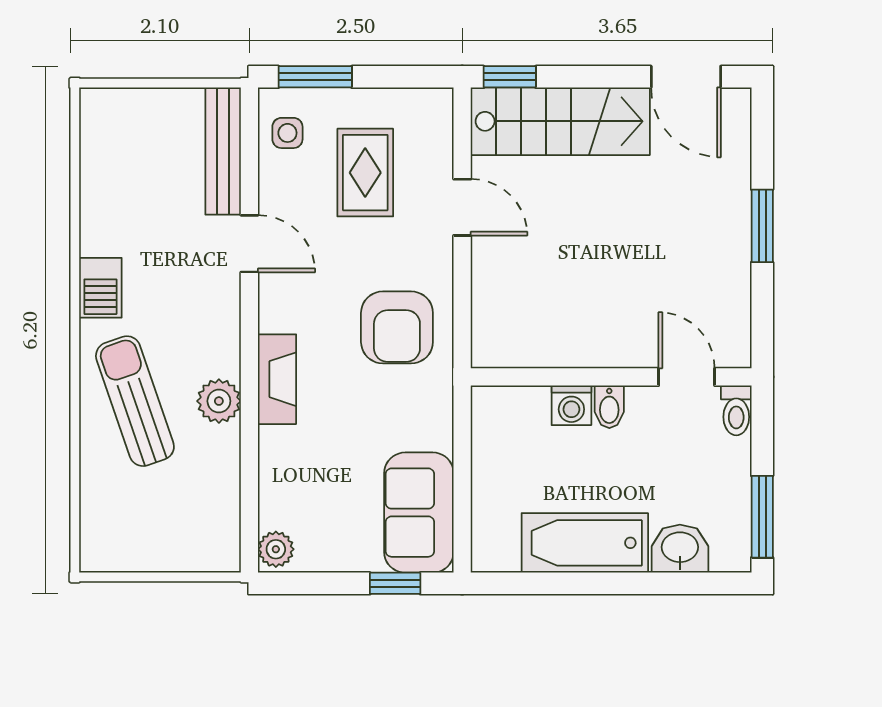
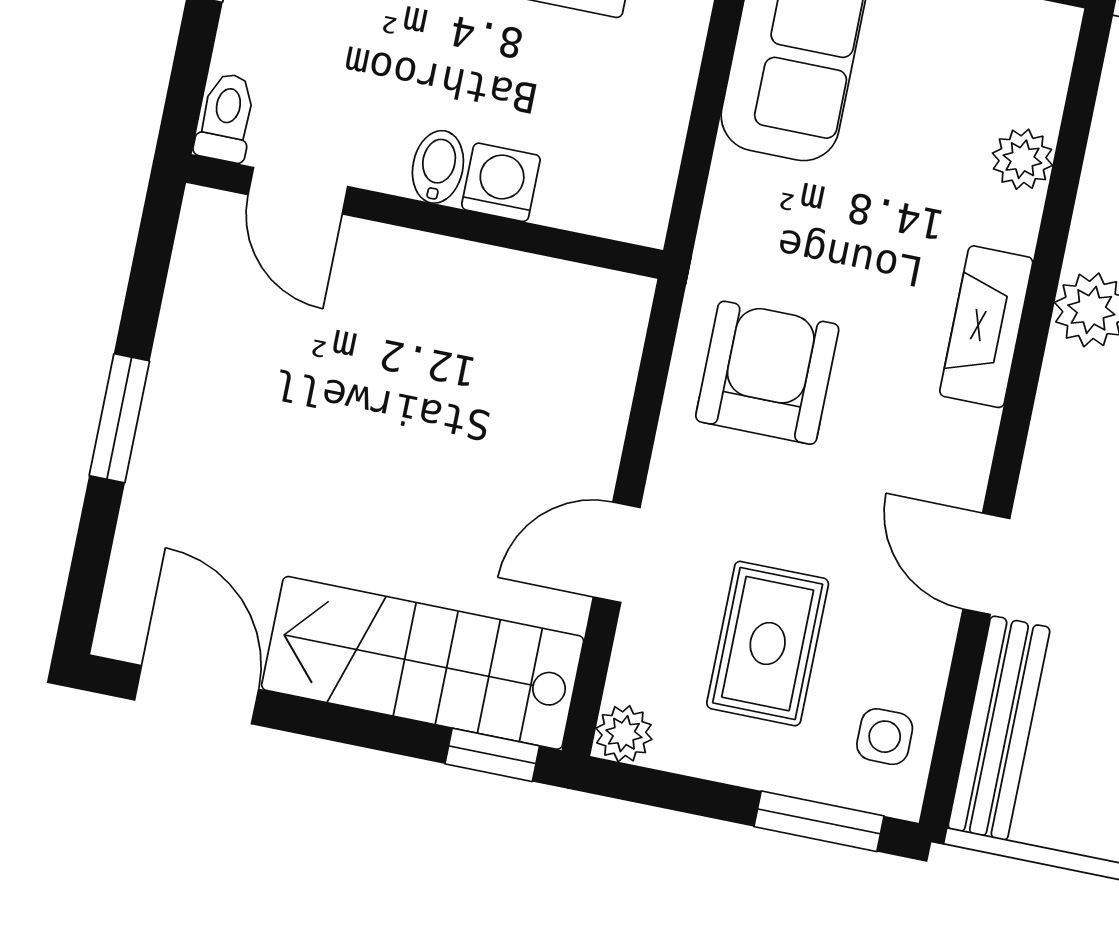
plant: (437, 104) -> (624, 734), added
door: (462, 207) -> (617, 552), hinge flipped
plant: (276, 549) -> (1022, 159), moved

